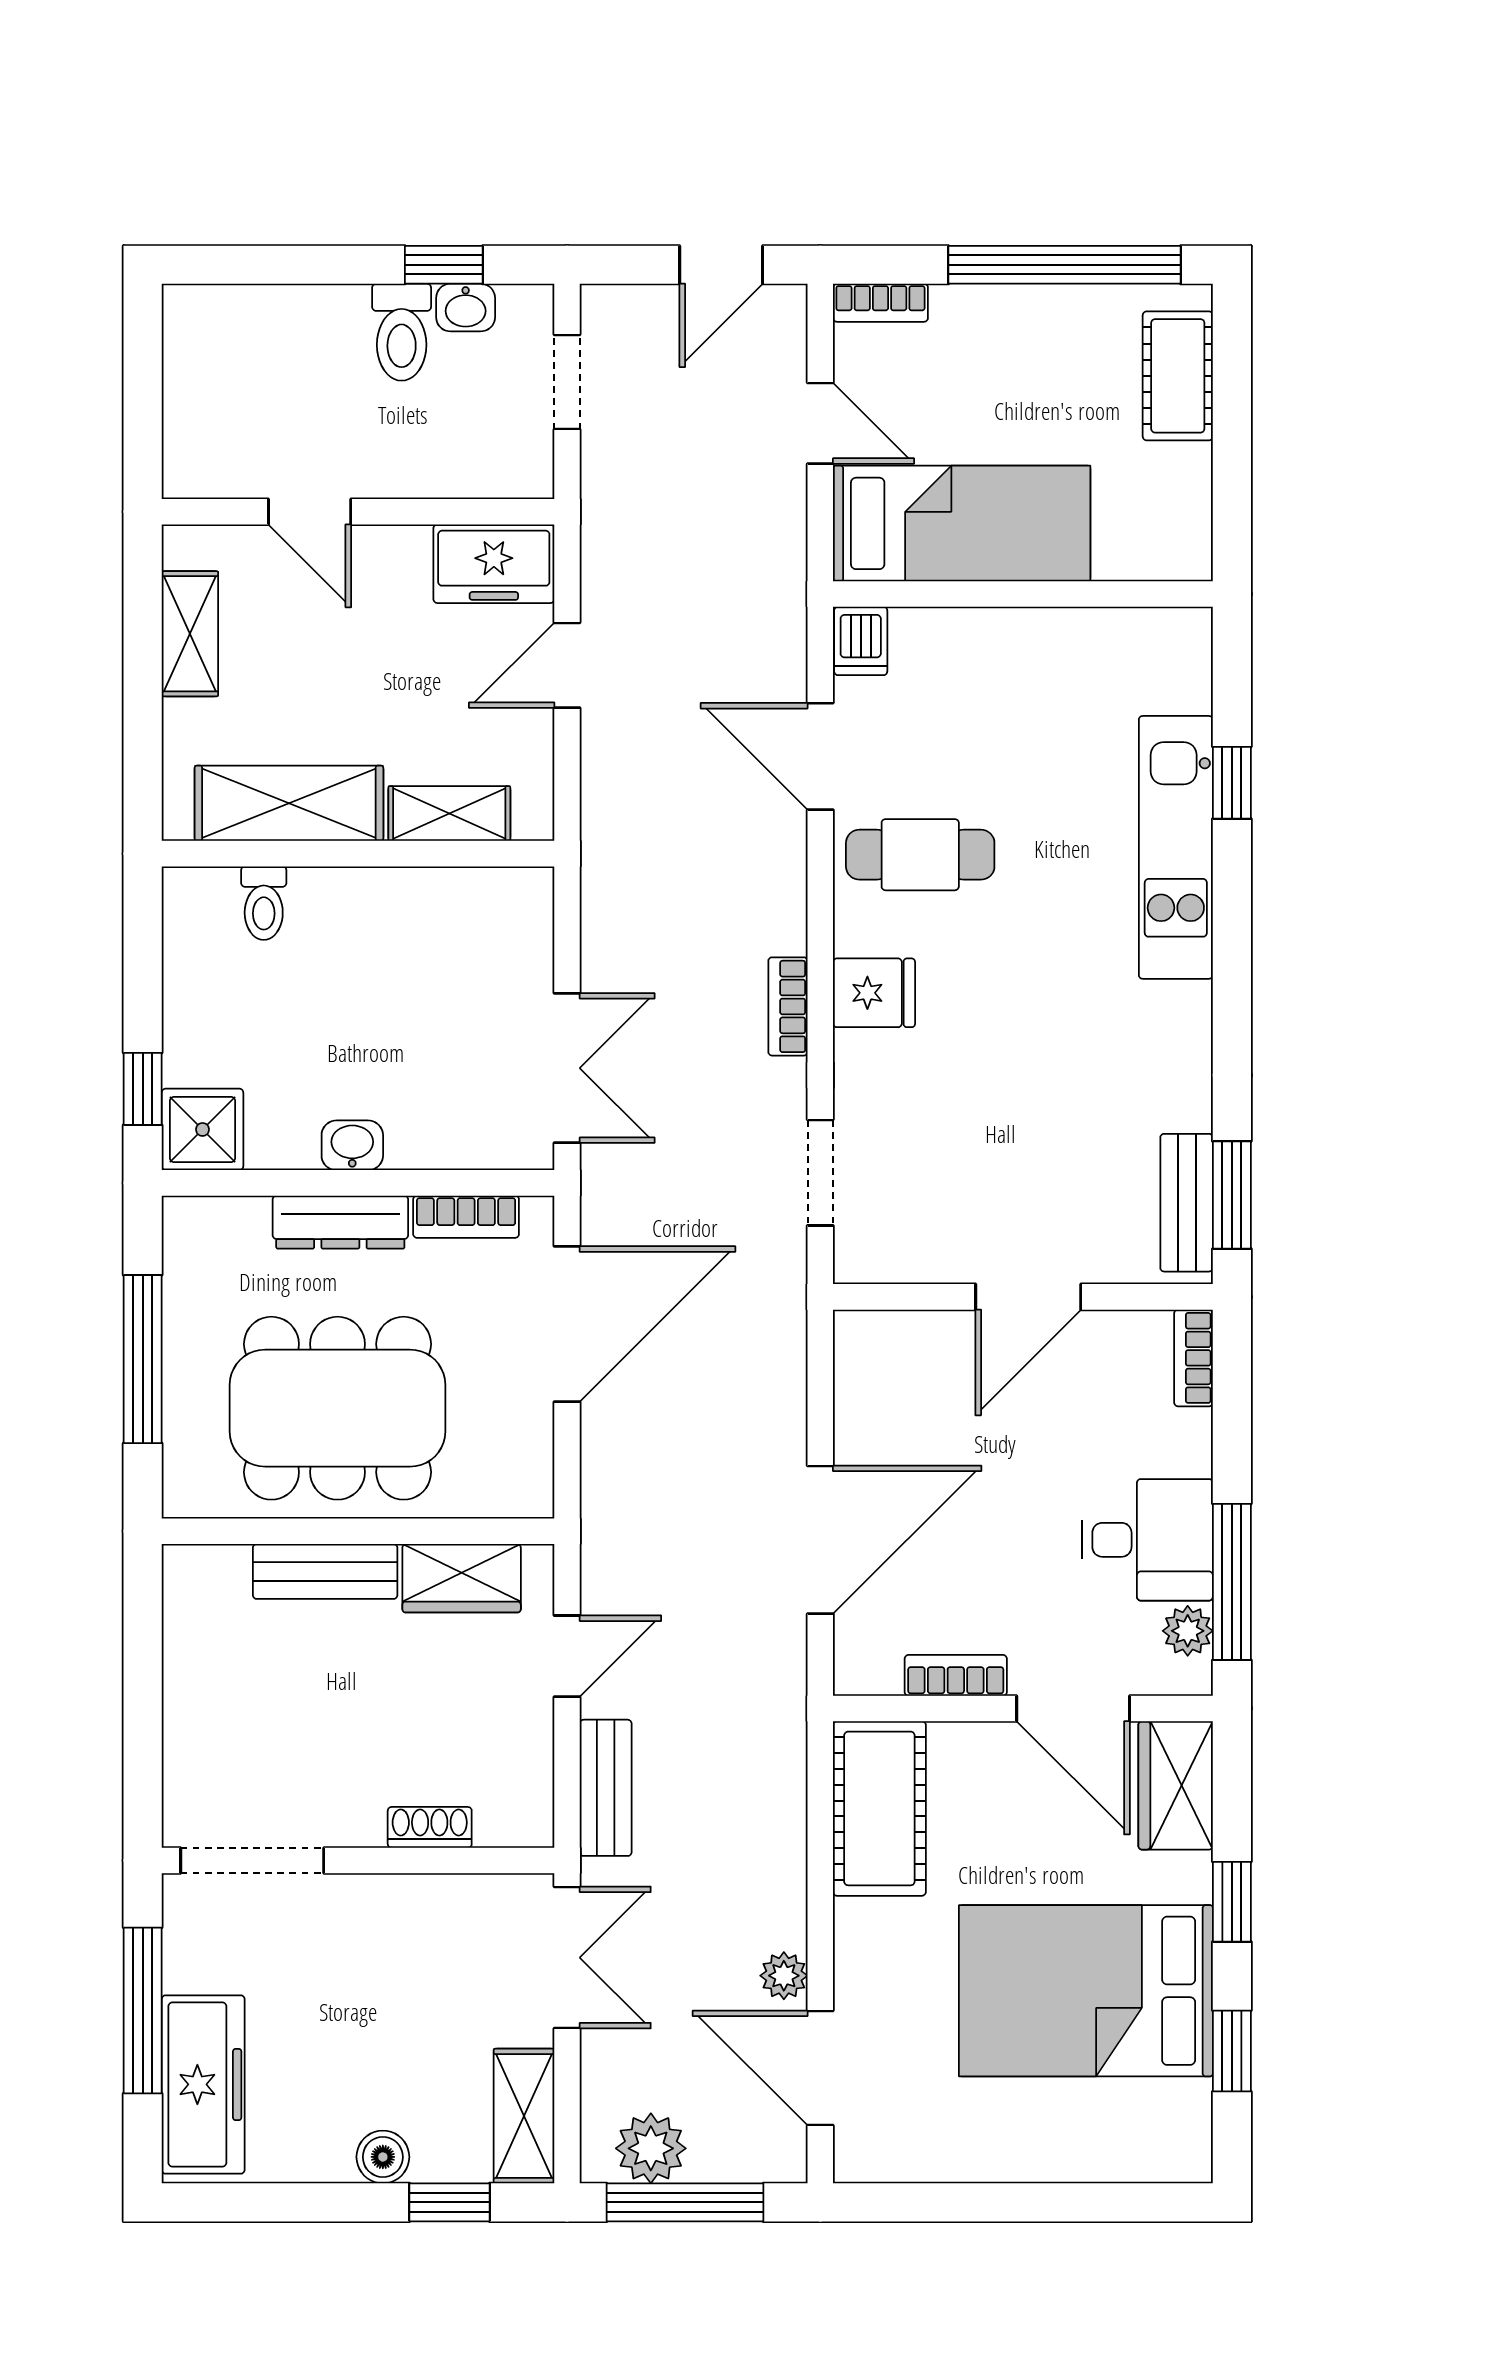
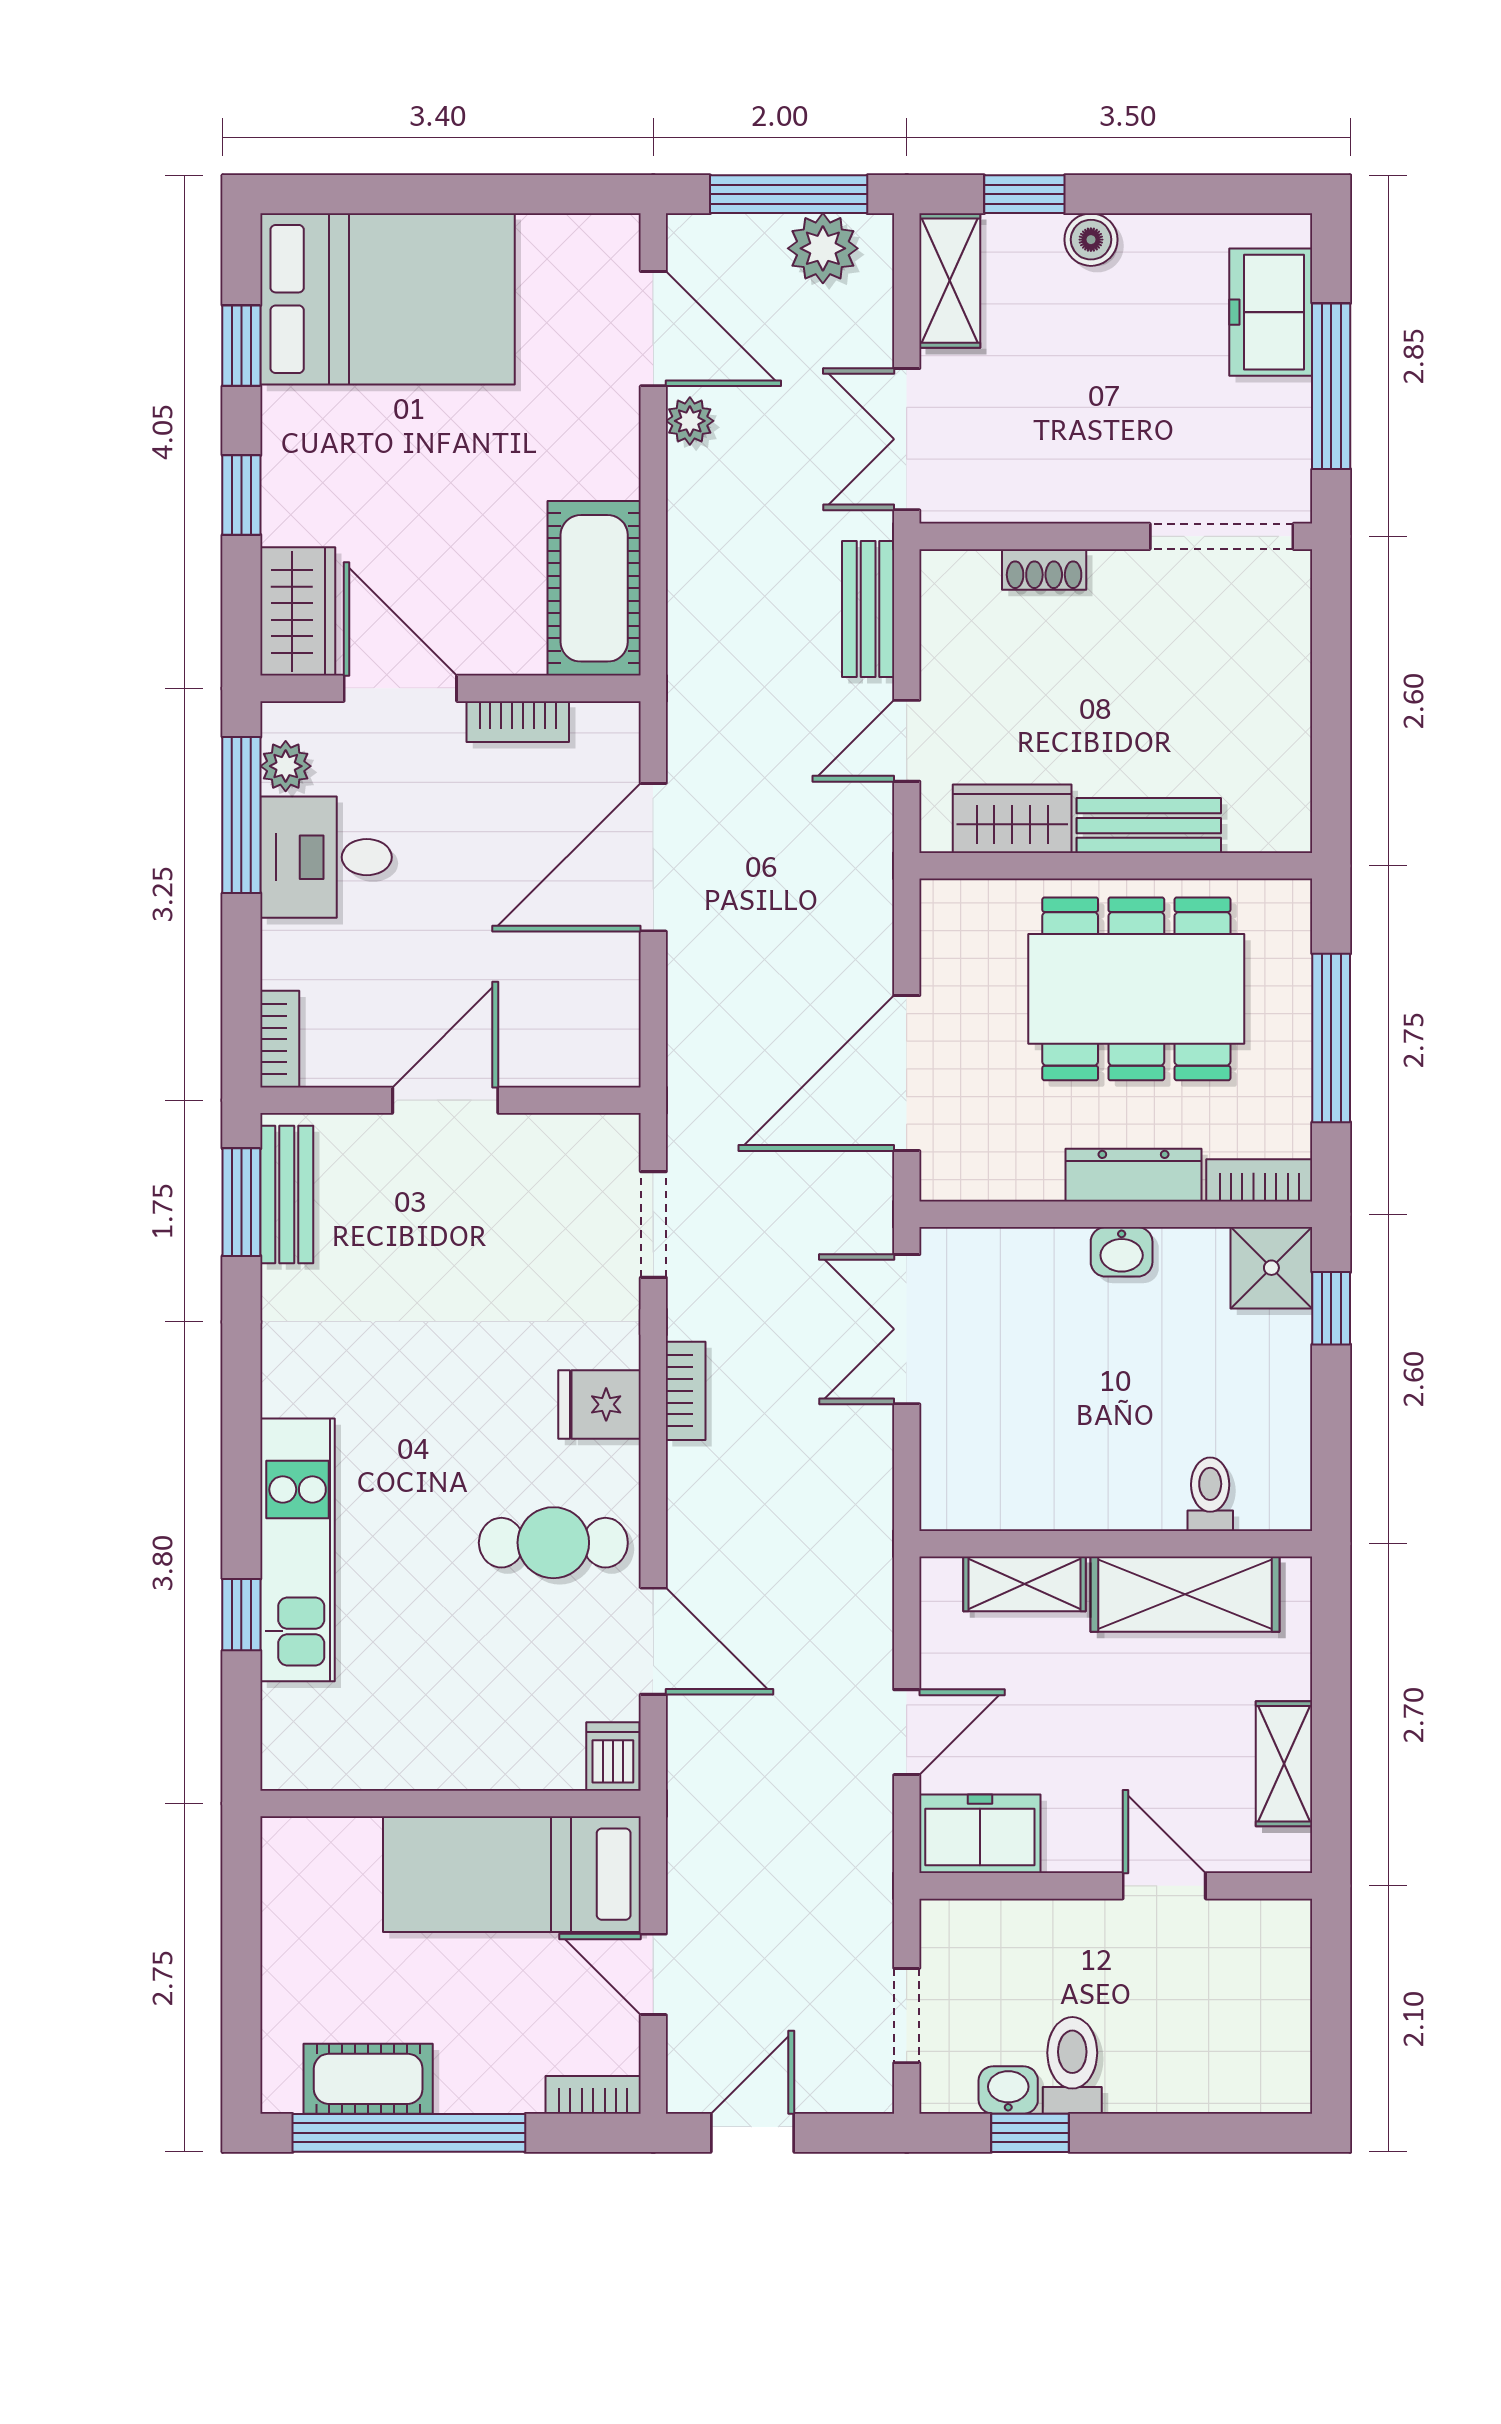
cot: (1178, 376) -> (368, 2079), moved, turned 90
bookcase: (466, 1217) -> (1259, 1180), moved
bed: (1086, 1991) -> (388, 299), moved
freezer: (203, 2084) -> (1271, 312), width x0.71

